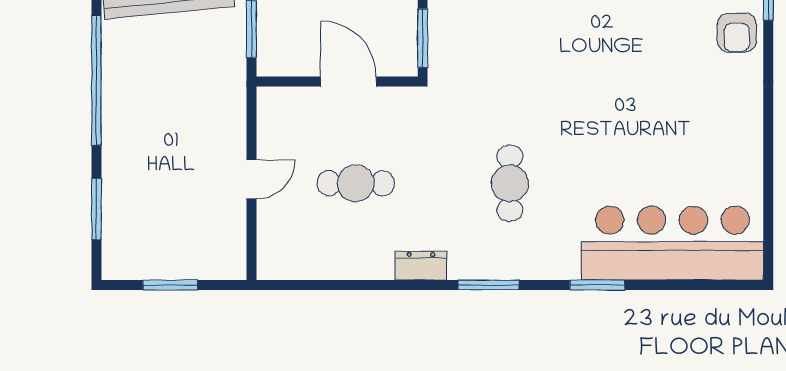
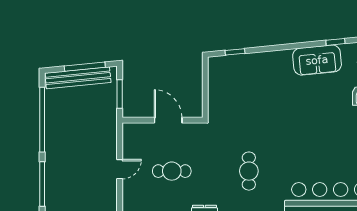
window: (423, 38) -> (205, 98), removed
window: (96, 209) -> (42, 184), width x1.44

